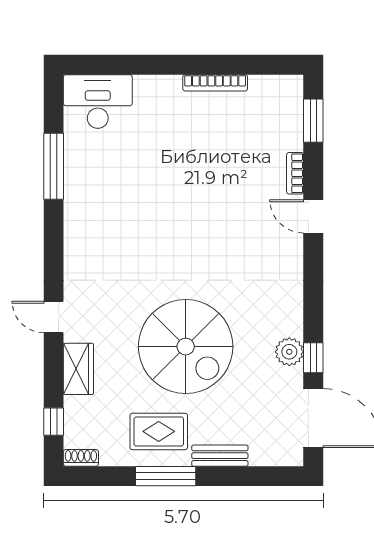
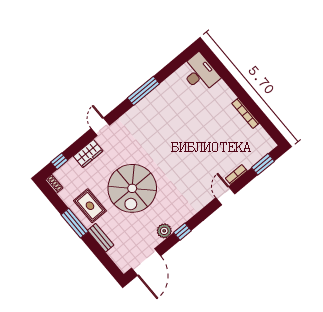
window: (54, 166) -> (143, 91), moved
window: (313, 358) -> (182, 232), moved

